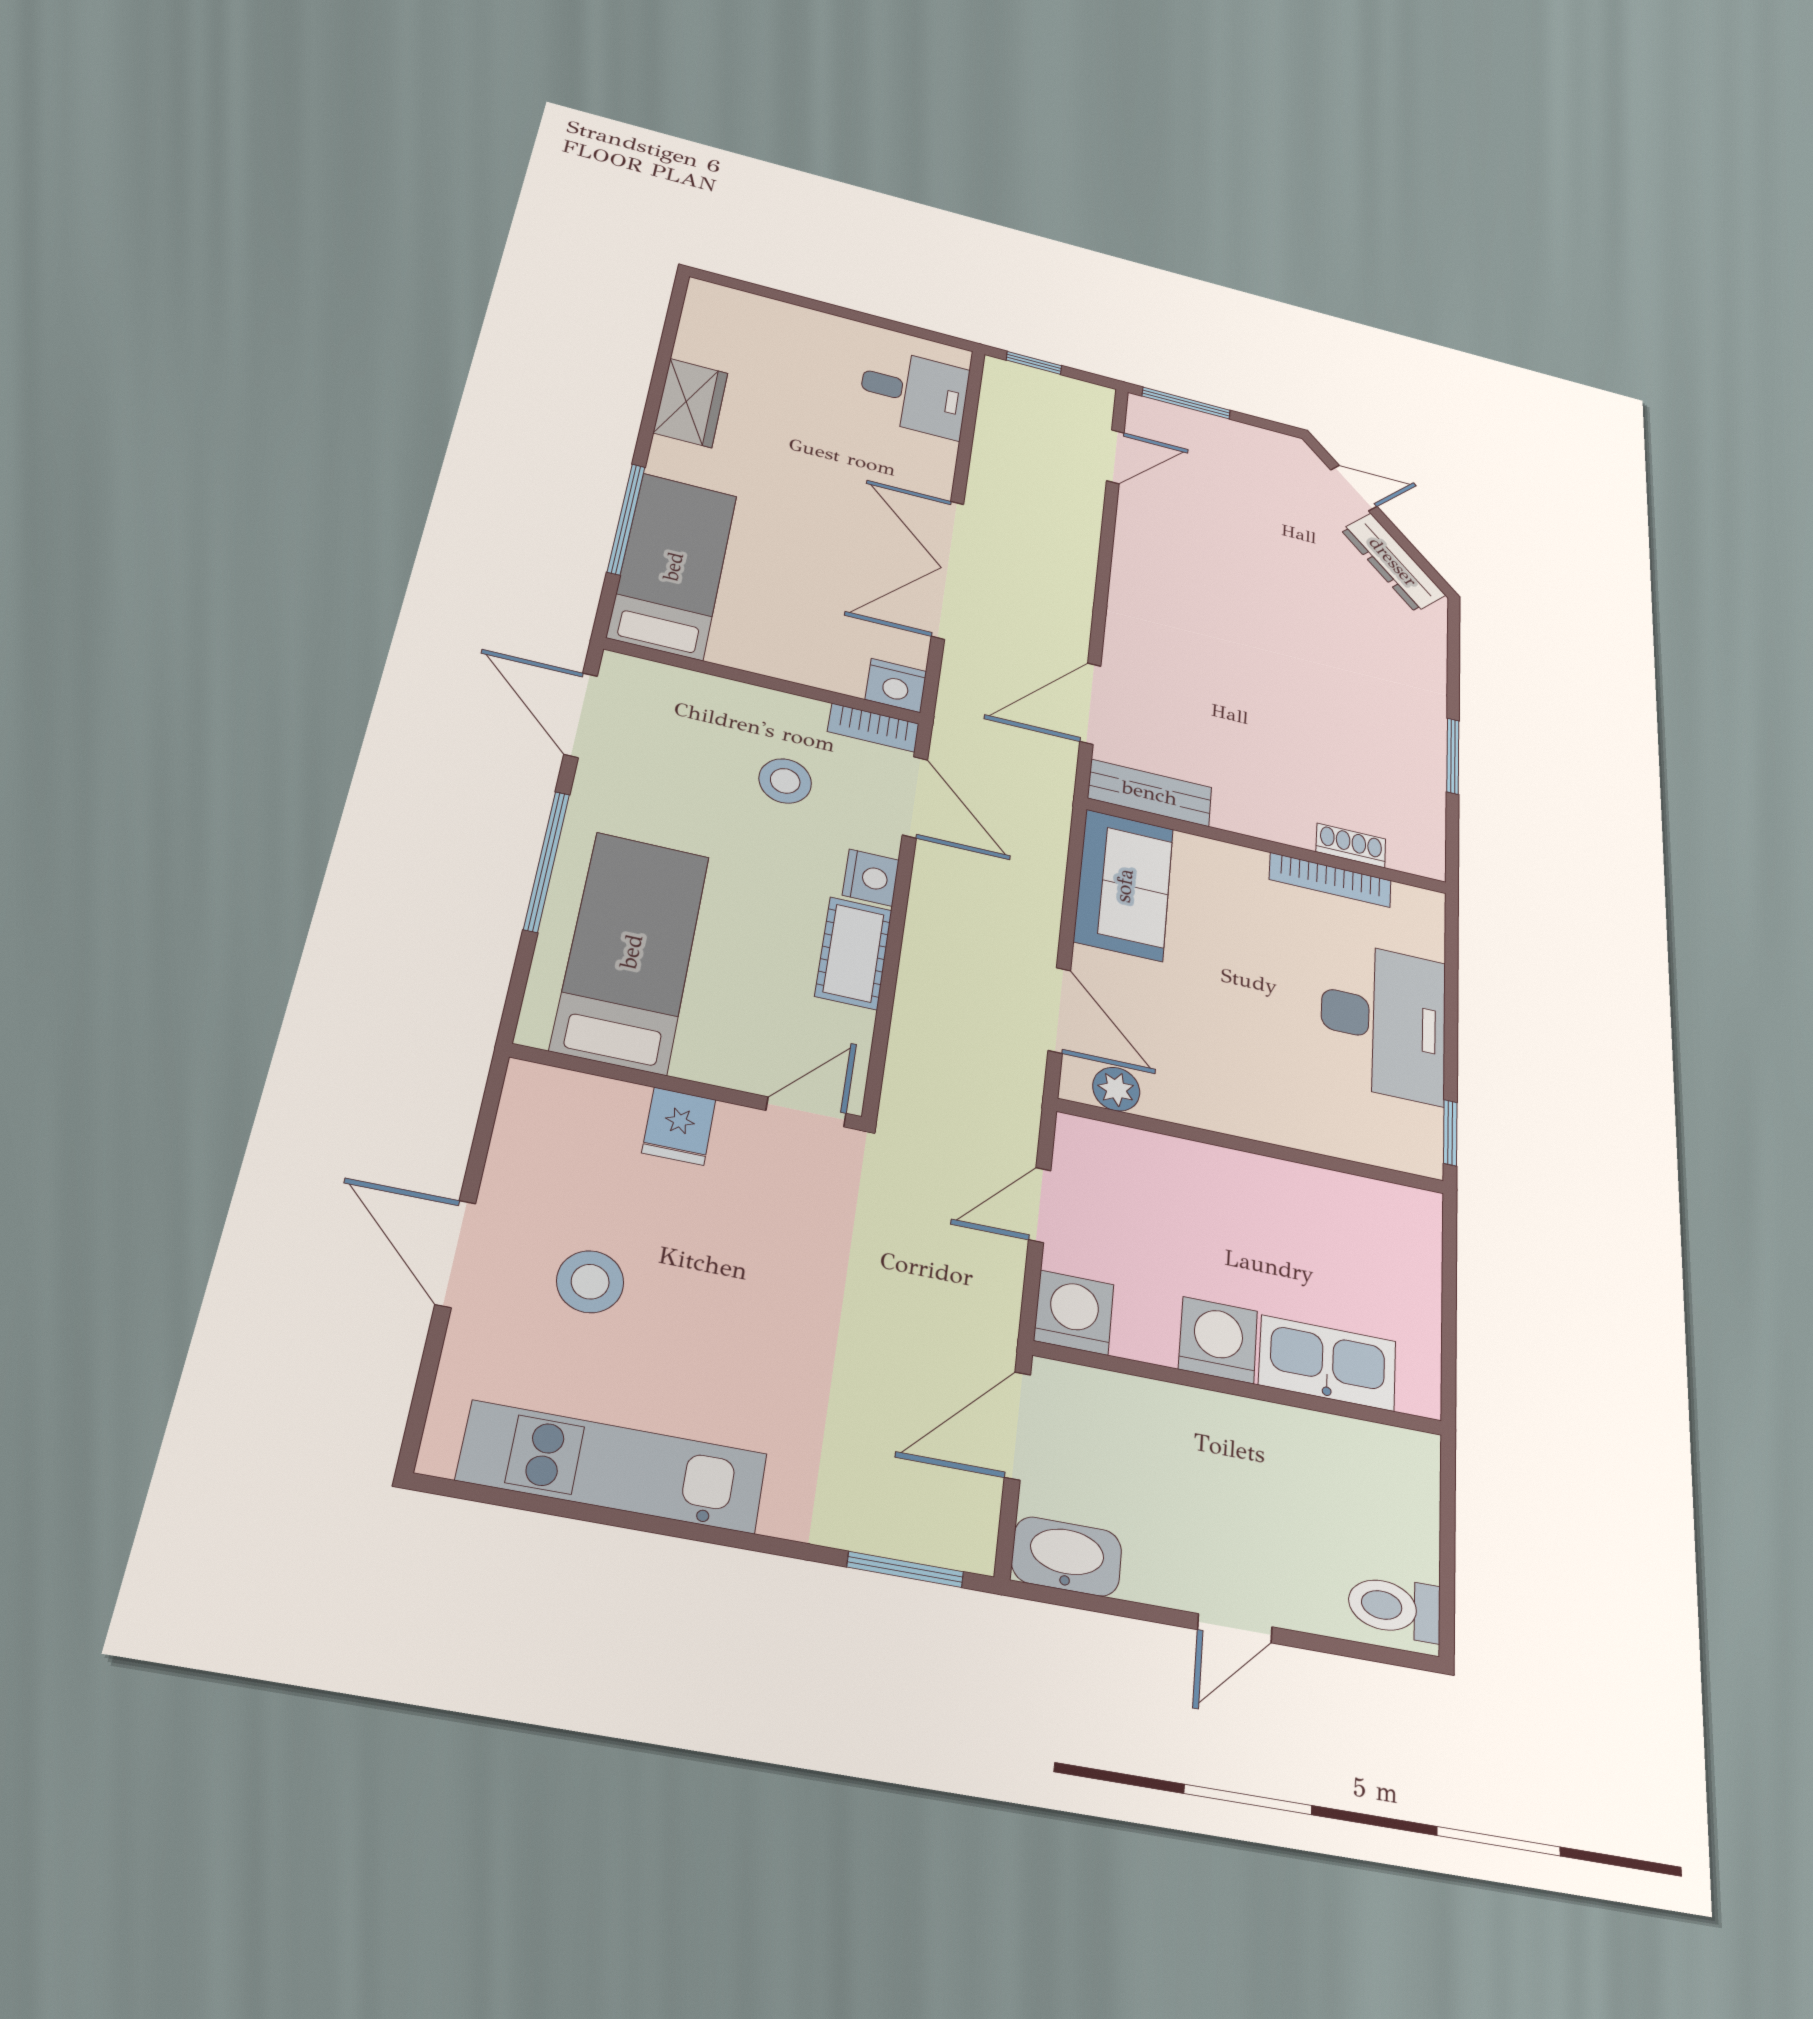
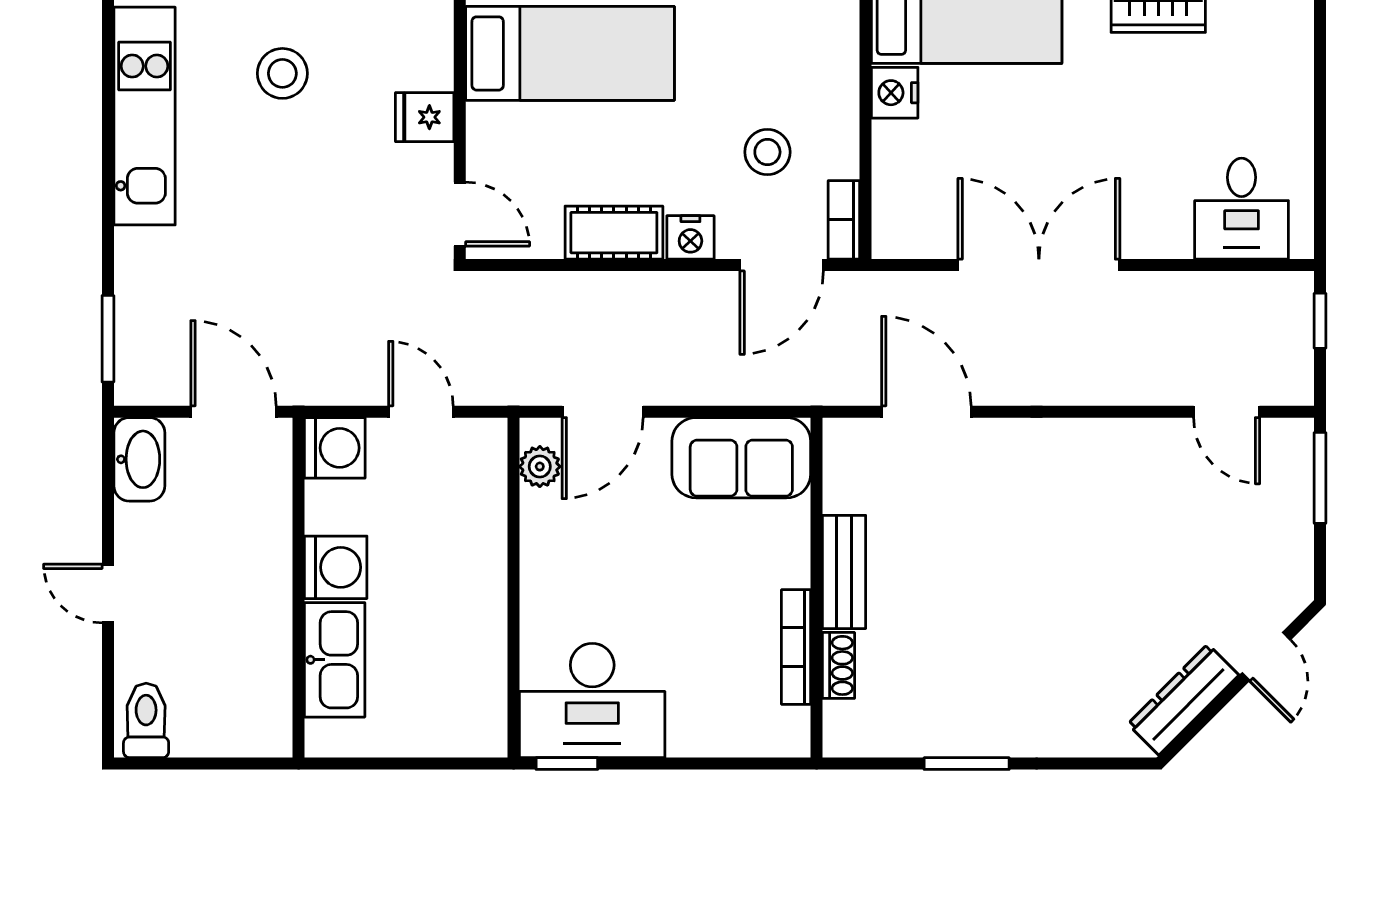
nightstand: (896, 685) -> (895, 93), moved
bench: (1150, 793) -> (844, 572), moved
desk: (1383, 1021) -> (592, 701), moved

